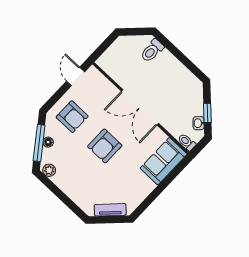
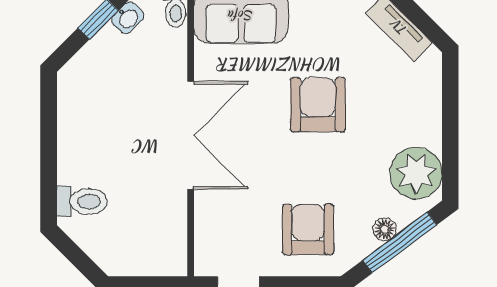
armchair: (105, 146) -> (318, 105), moved, turned -90
plant: (49, 170) -> (416, 173), width x1.87, depth x1.87

